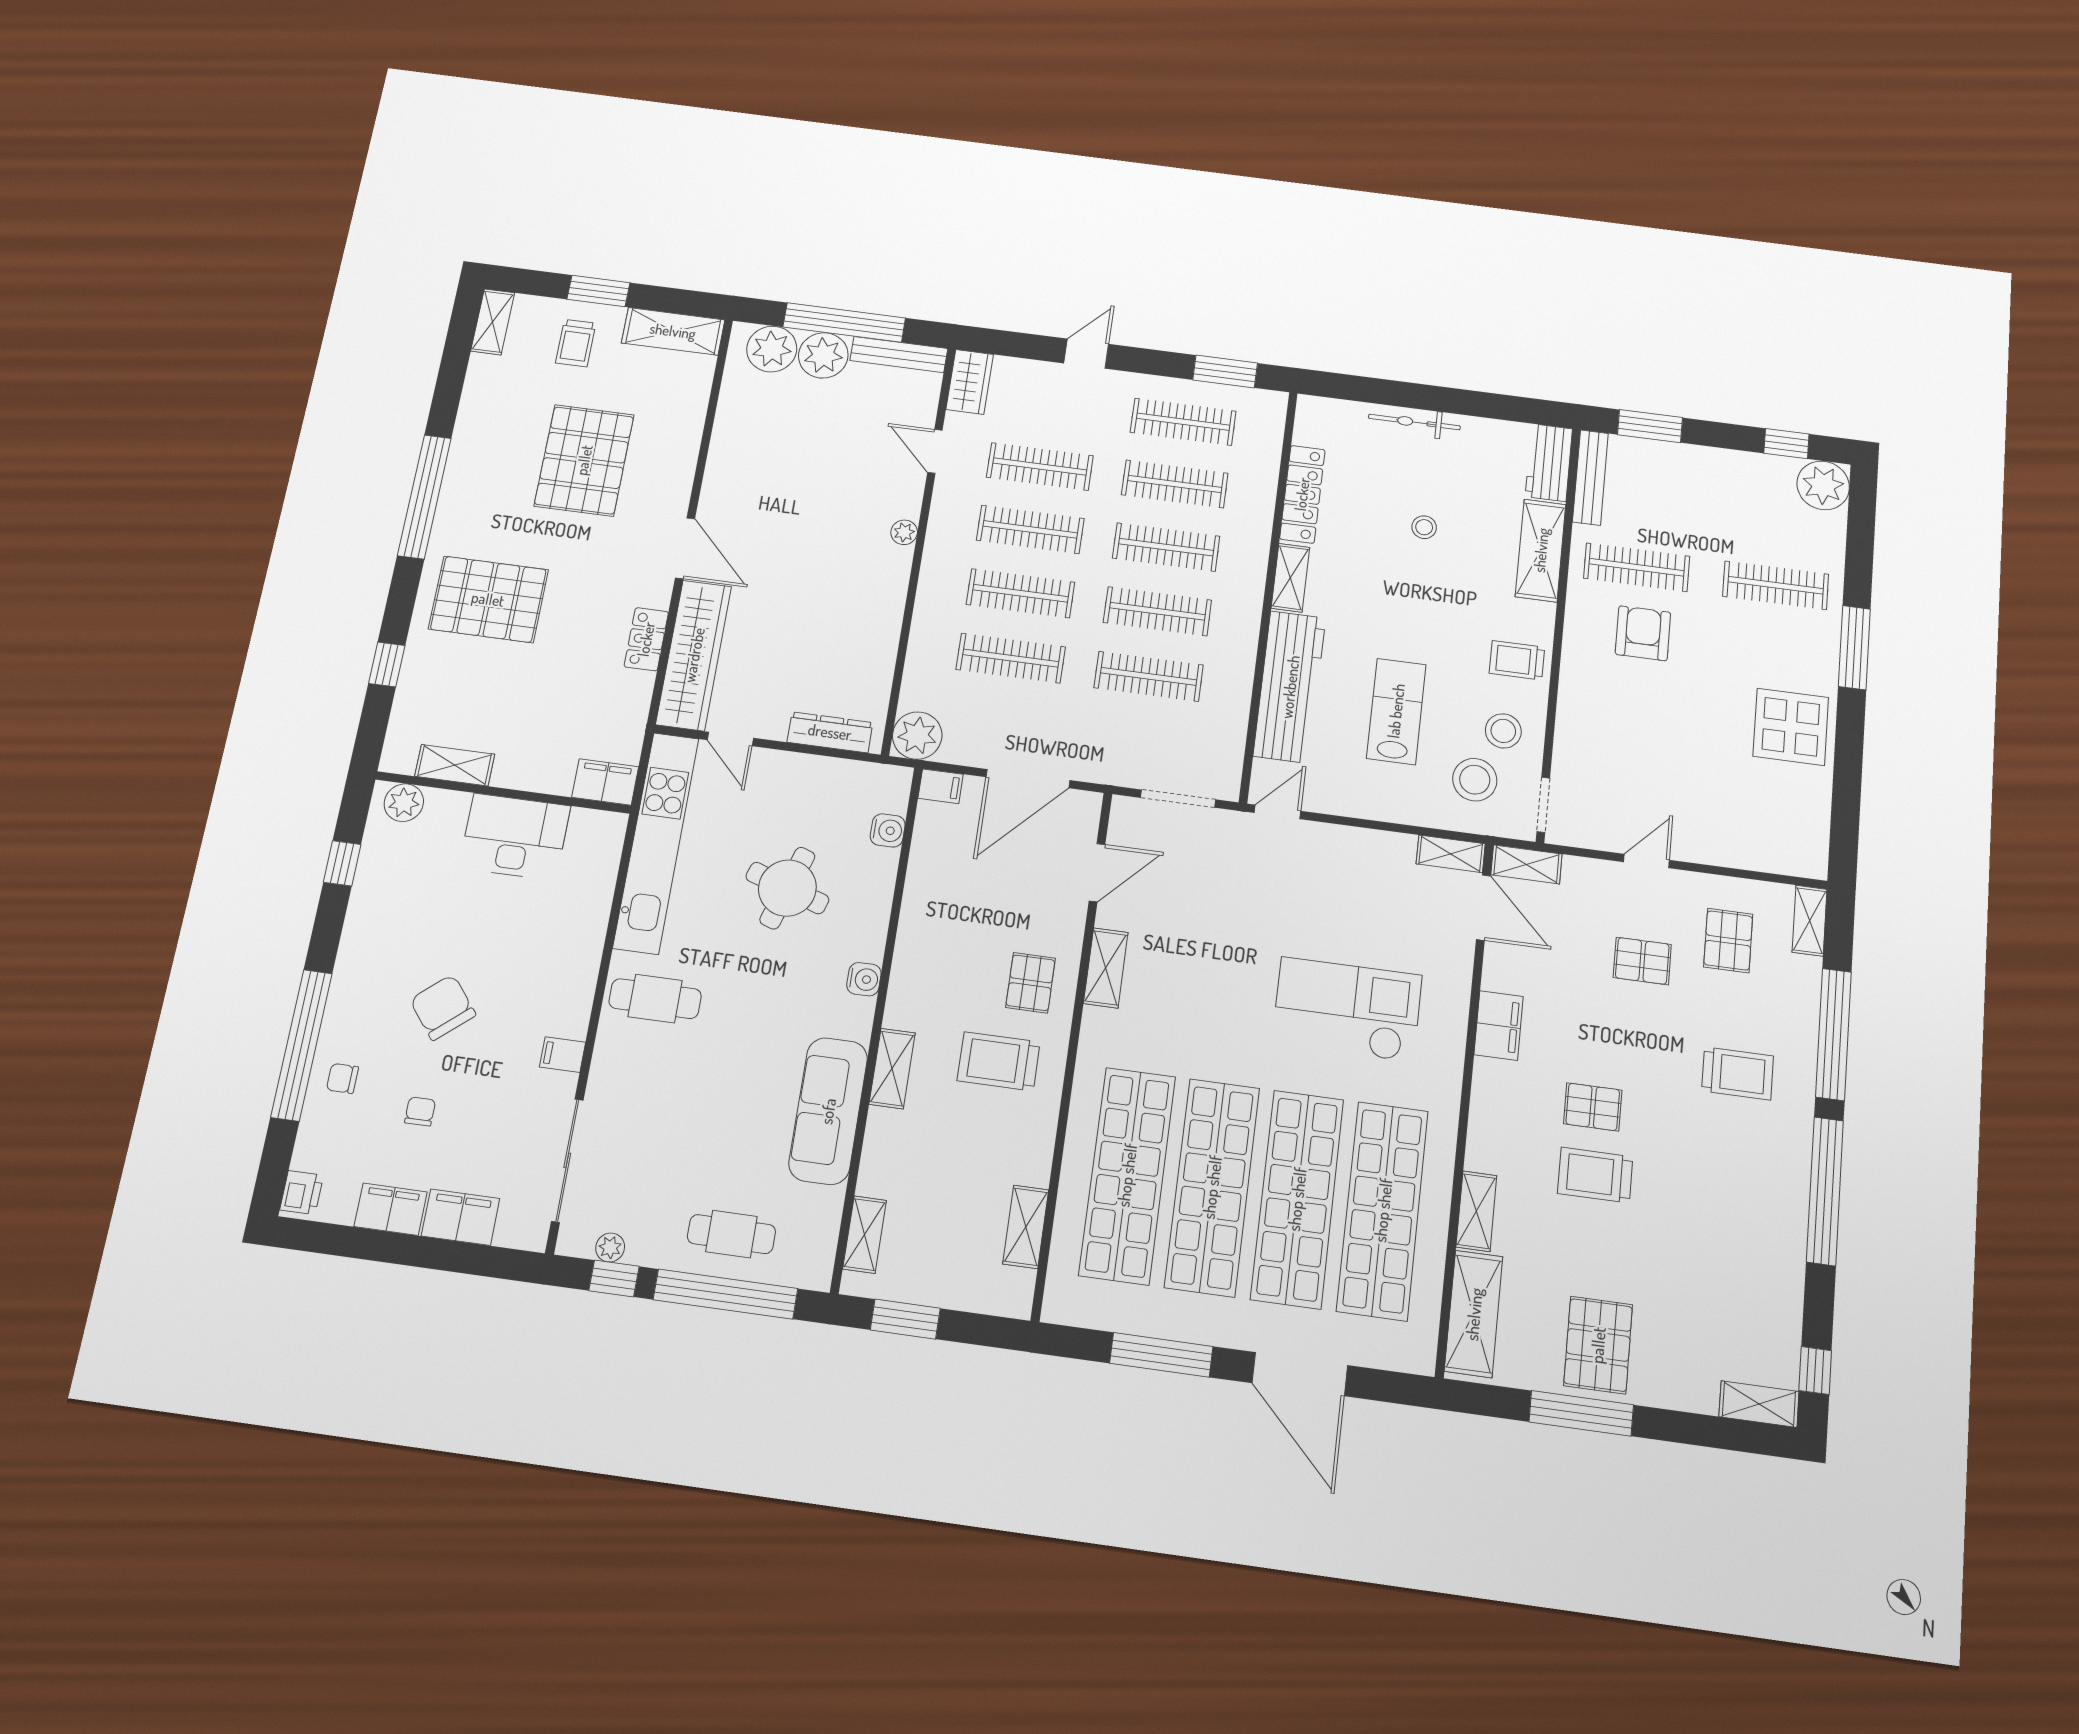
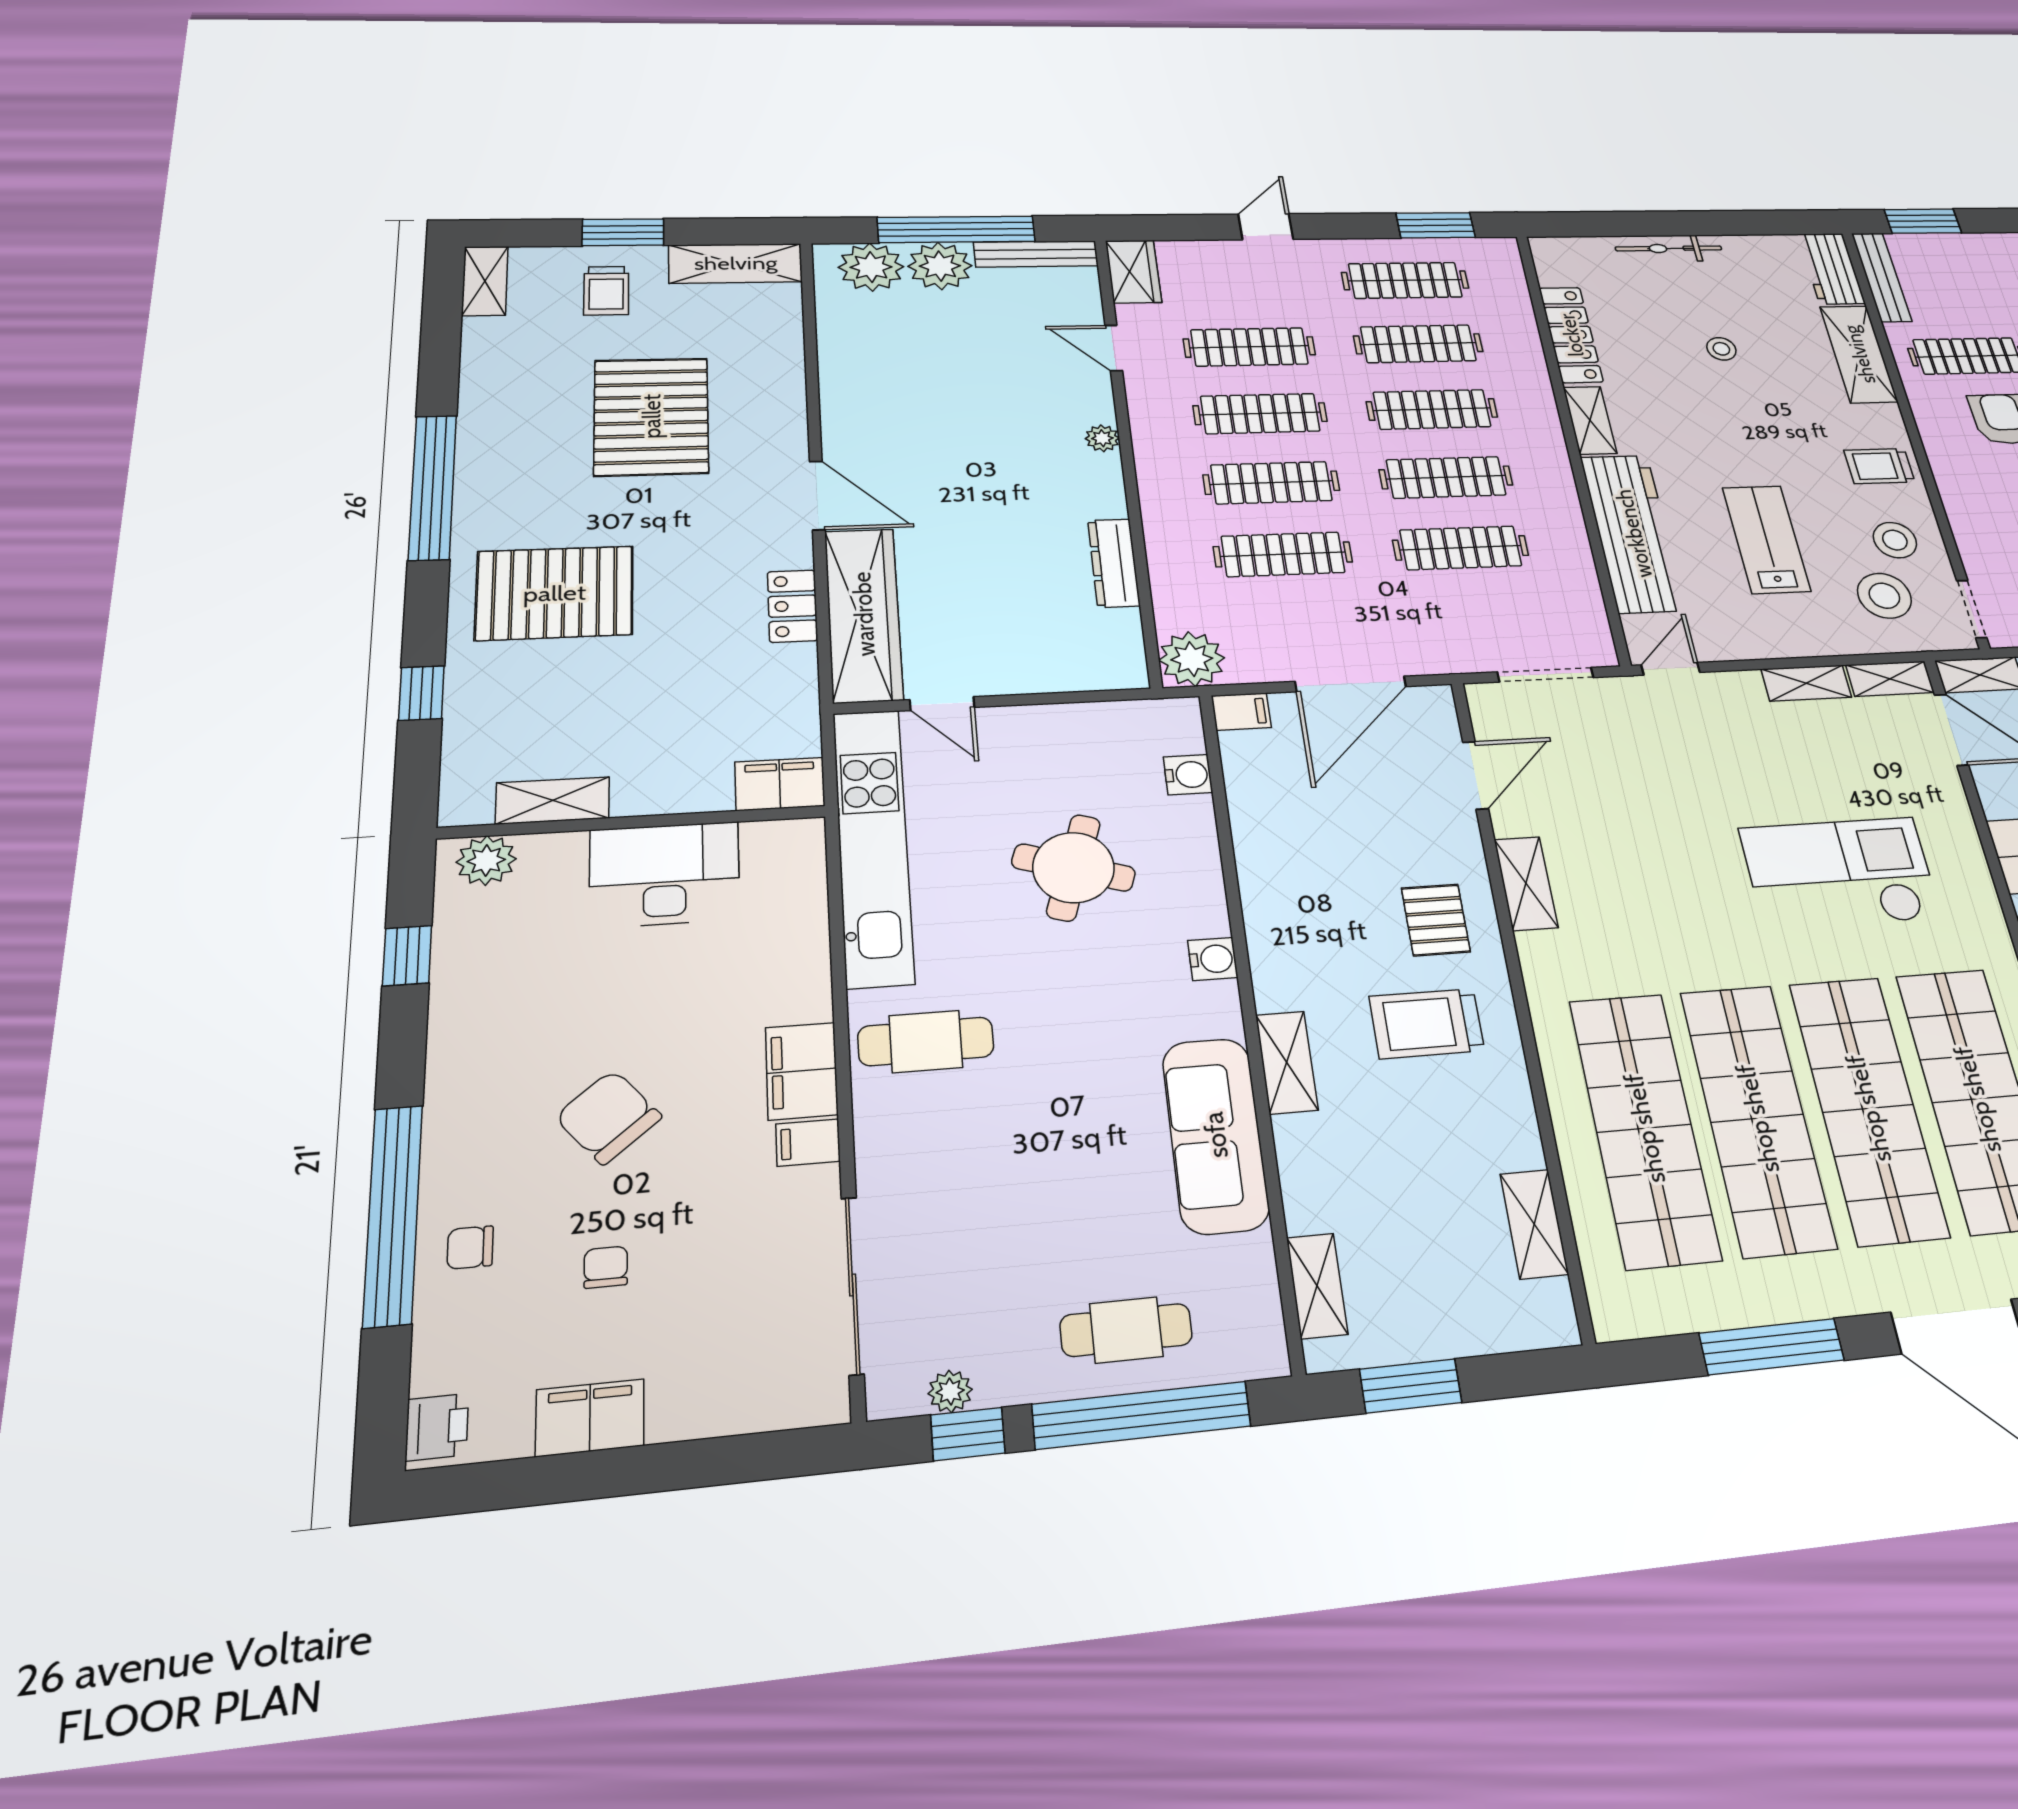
dresser: (830, 732) -> (1114, 563), moved, turned -90
shelving: (1381, 845) -> (1806, 683), added
filing cabinet: (460, 1217) -> (802, 1071), moved, turned -90

